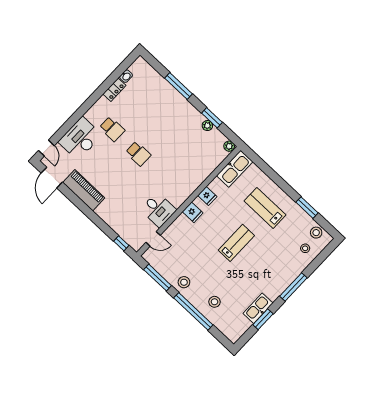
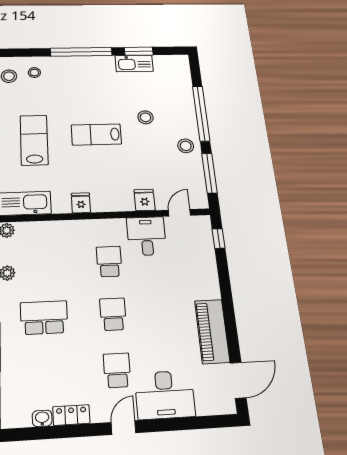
school desk: (169, 121) -> (44, 318), added
door: (46, 148) -> (123, 428), moved
school desk: (164, 178) -> (109, 261), added
lab bench: (265, 208) -> (34, 140), turned 180
fridge: (193, 212) -> (144, 200), moved
door: (153, 239) -> (179, 213), hinge flipped
window: (293, 287) -> (81, 52), width x1.46
stool: (214, 302) -> (146, 117), moved

